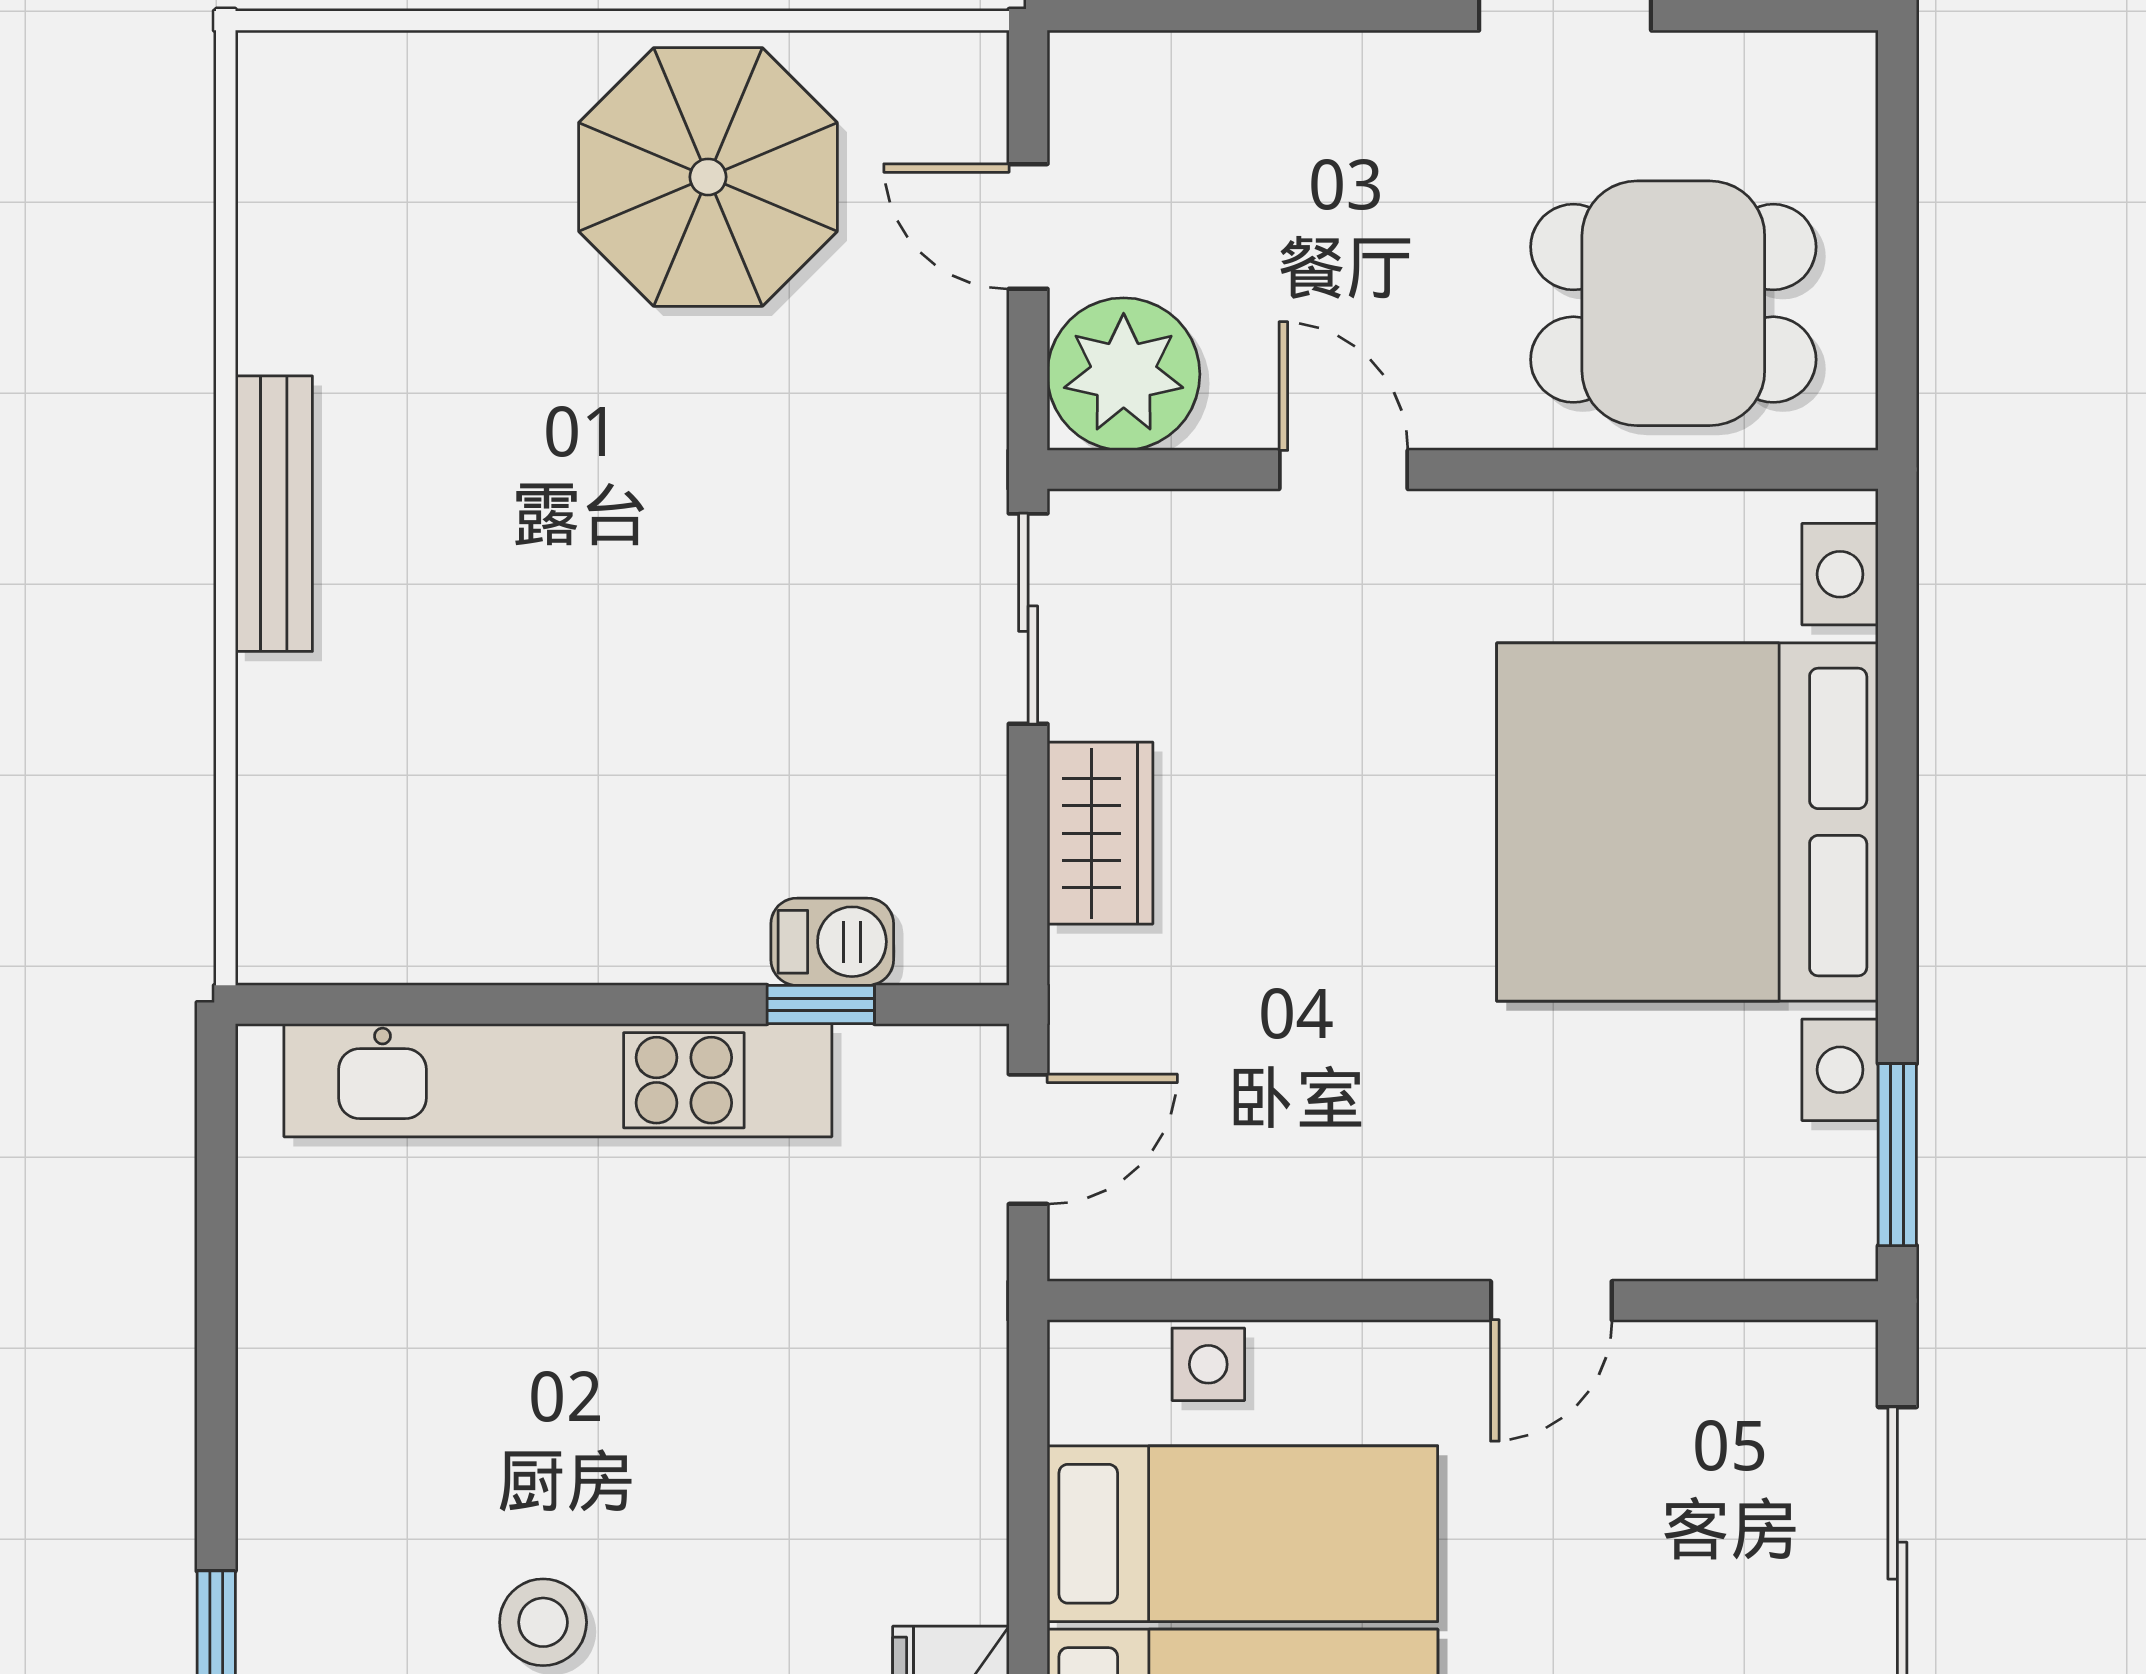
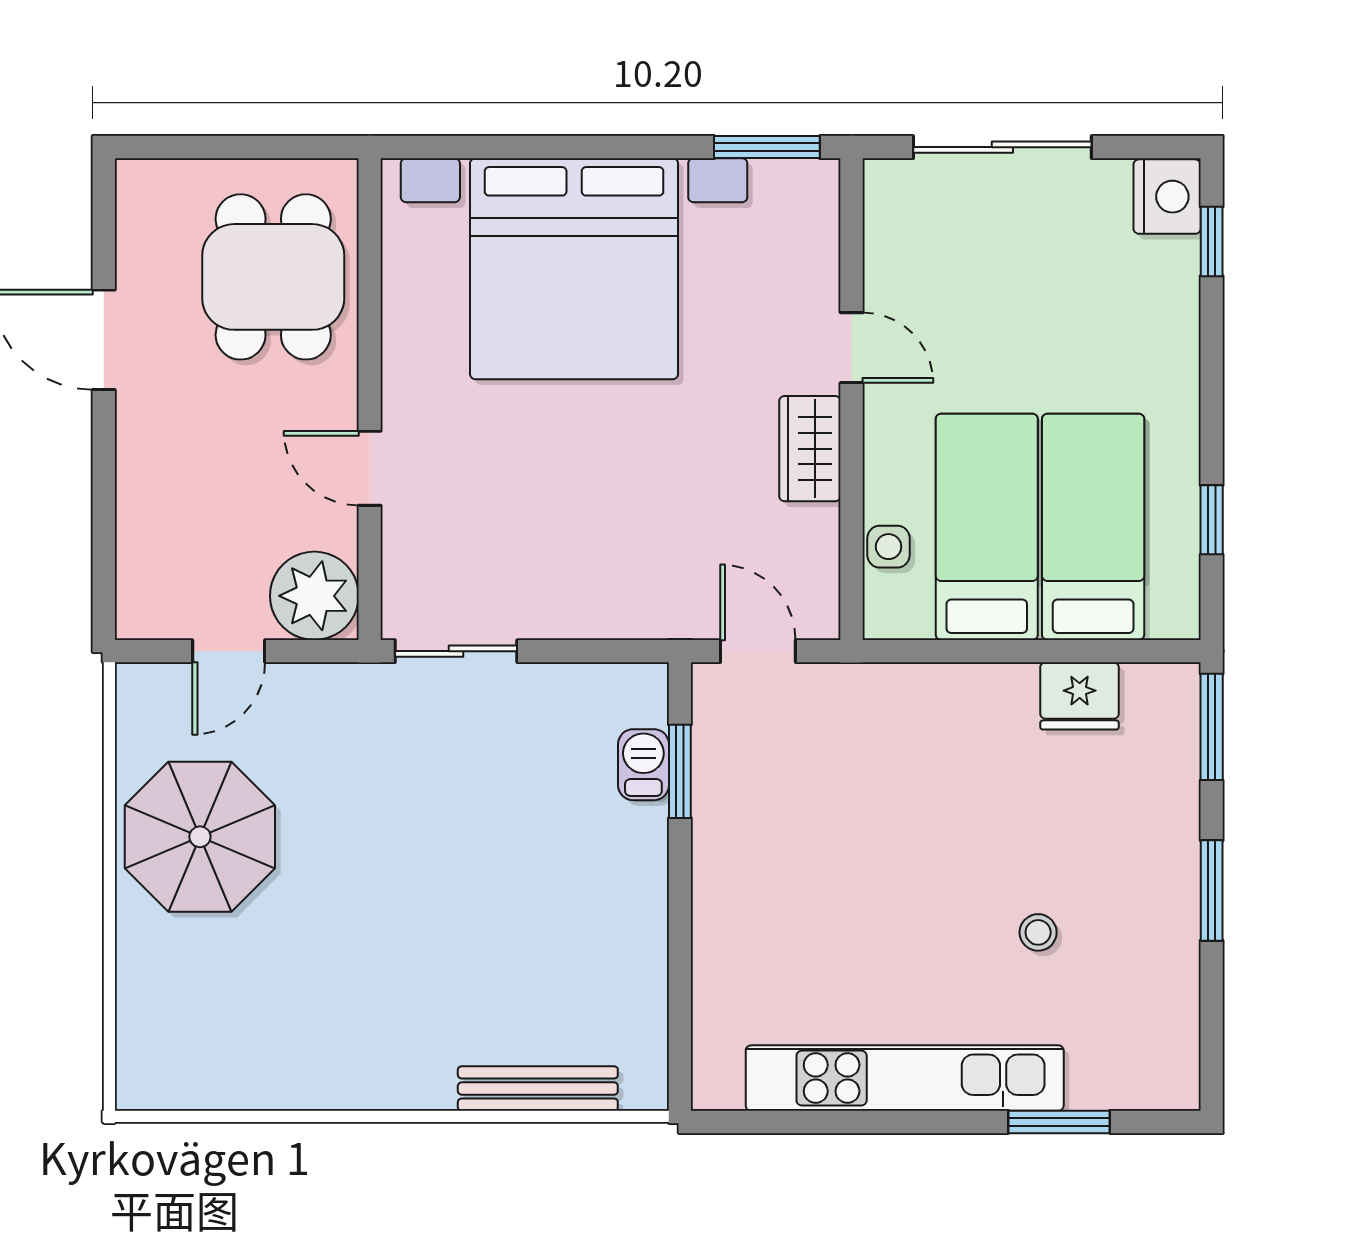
door: (1343, 470) -> (370, 468), hinge flipped
bench: (274, 514) -> (538, 1088), moved
wardrobe: (1100, 833) -> (810, 449), moved, turned -90
window: (821, 1004) -> (680, 771), width x1.50
kitchen unit: (558, 1080) -> (905, 1078), moved, turned -90
stool: (543, 1622) -> (1038, 932), width x0.73, depth x0.73

